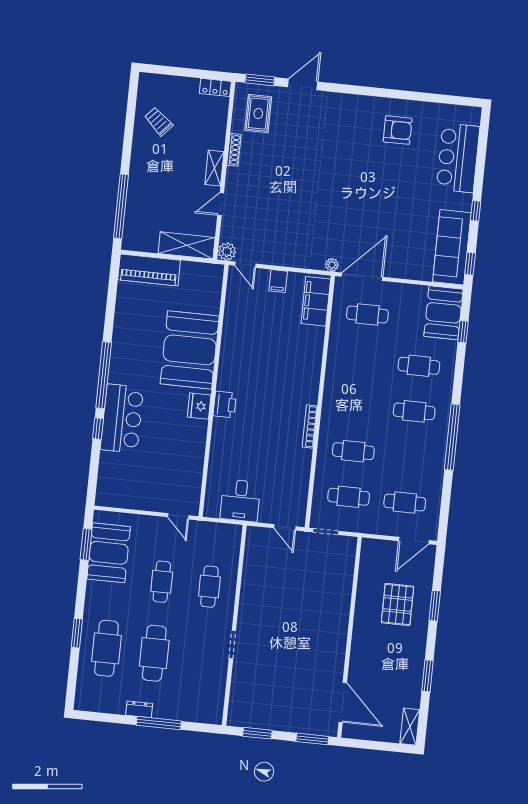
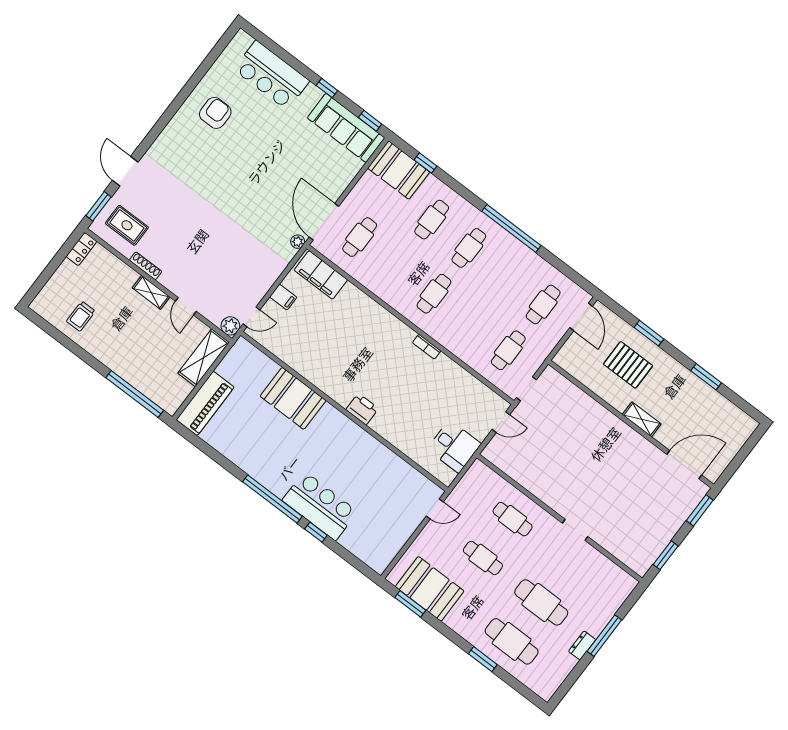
trolley: (159, 121) -> (81, 316), turned -42
booth: (190, 350) -> (293, 398), width x0.73, depth x0.70
fridge: (199, 406) -> (350, 432), removed
bookcase: (310, 427) -> (427, 347), width x0.64
cafe table: (353, 451) -> (434, 294), moved
shelving: (410, 727) -> (642, 419), moved

